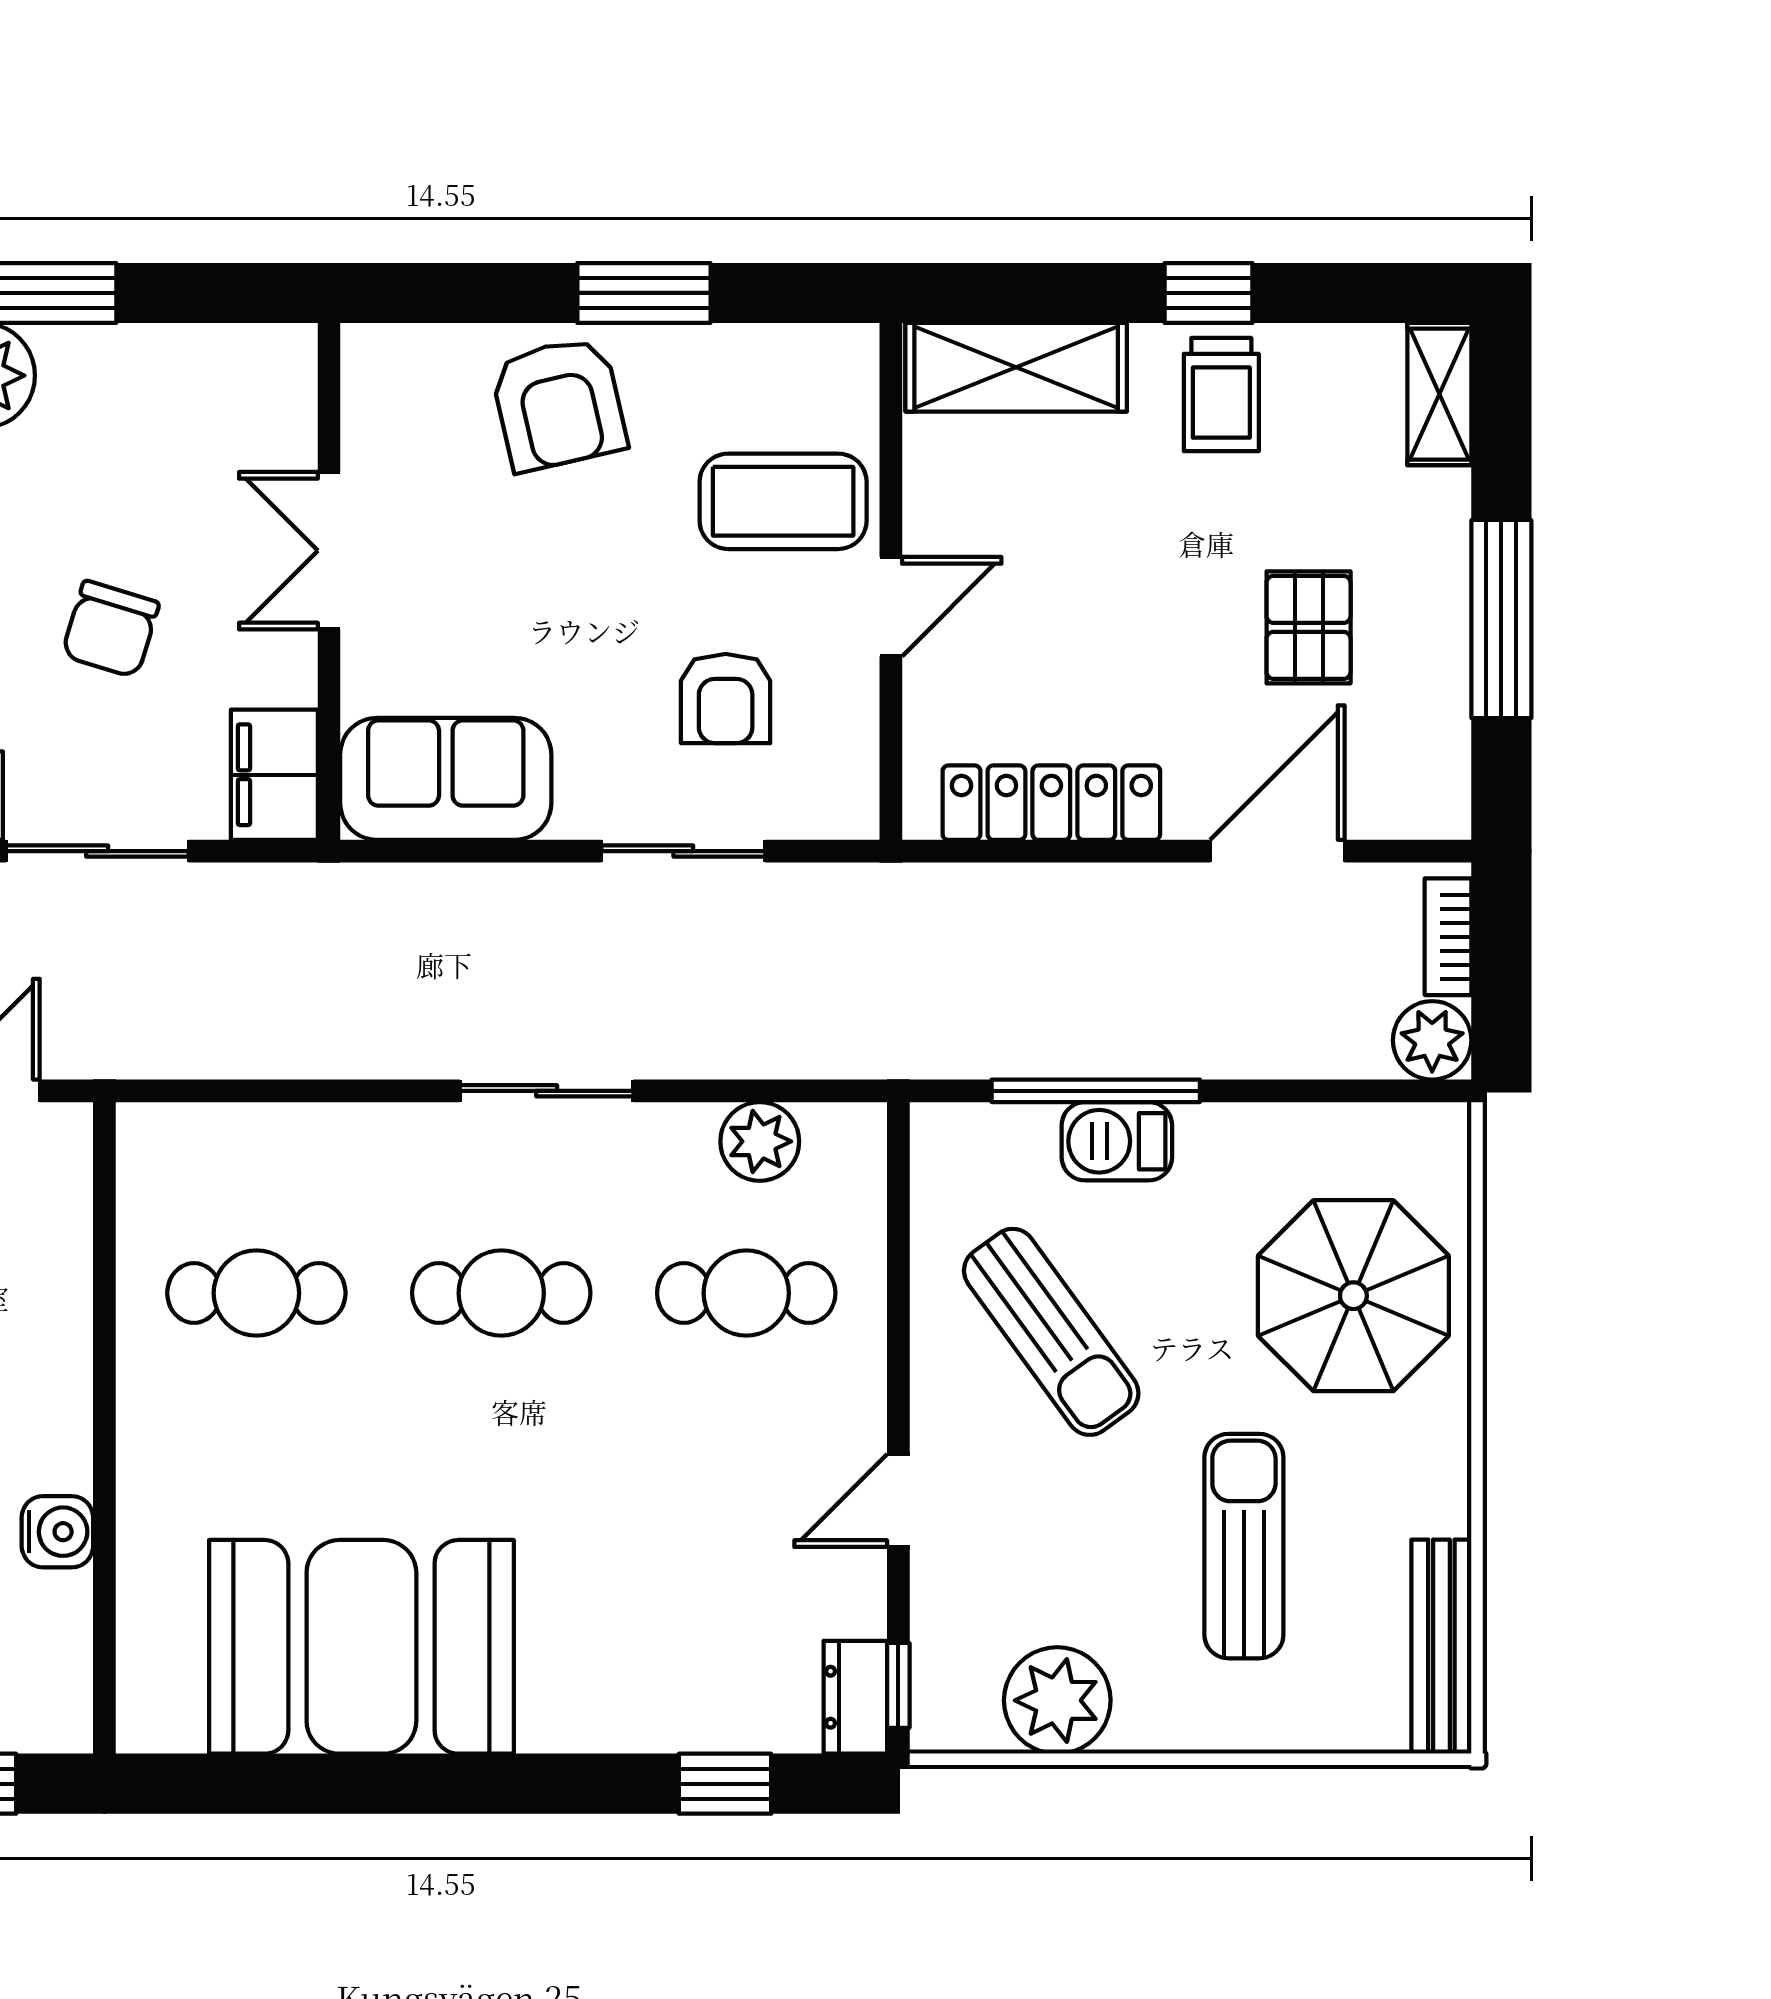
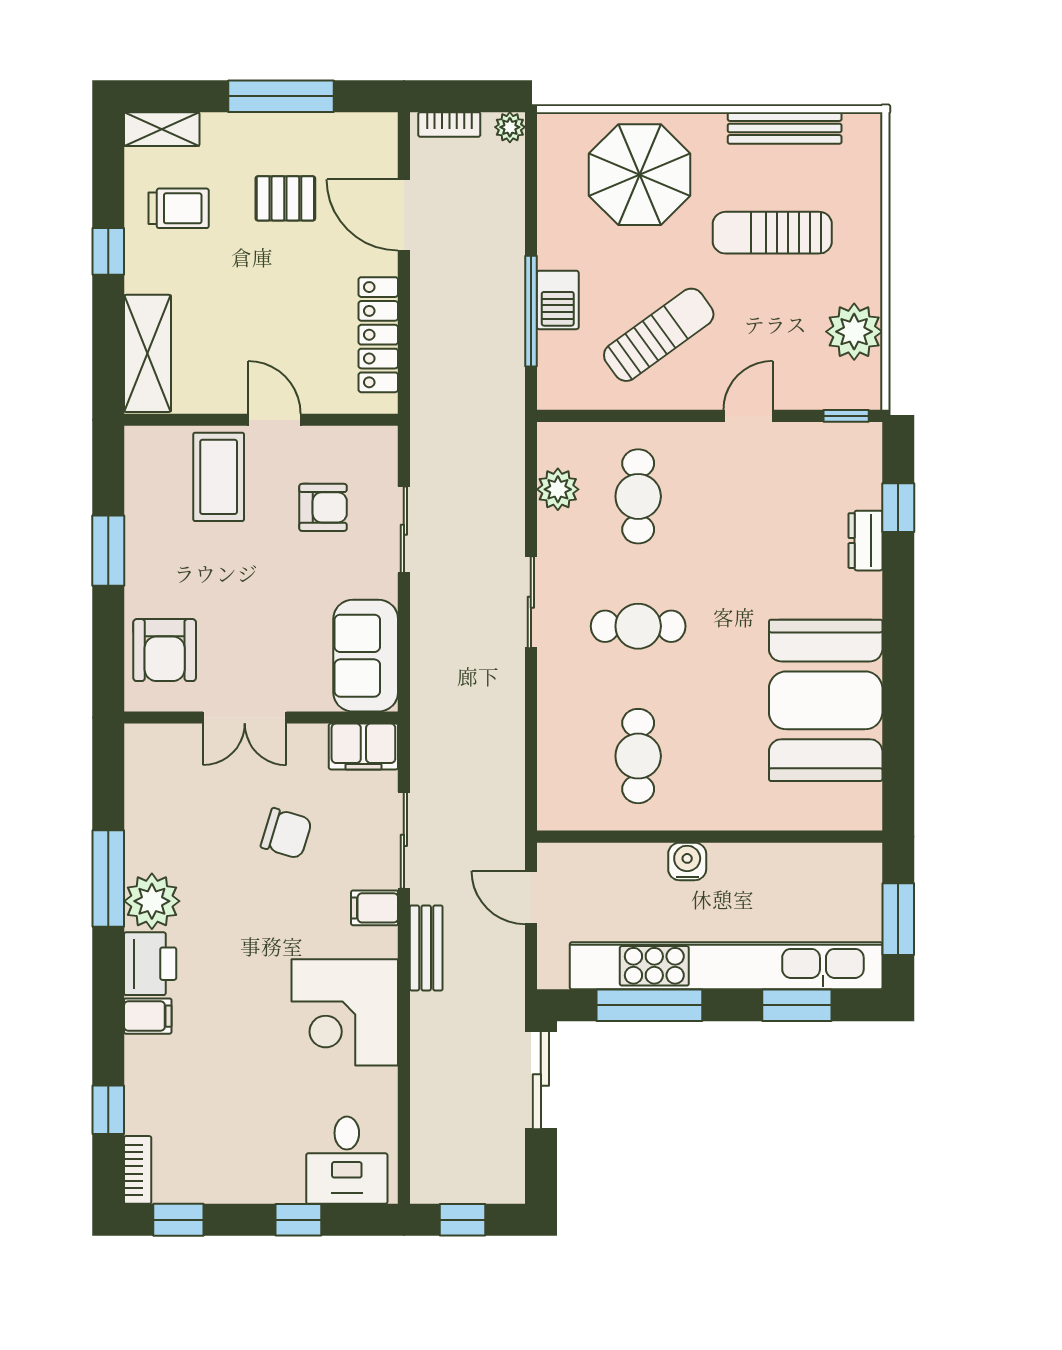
trolley: (1221, 395) -> (179, 208), moved
armchair: (559, 404) -> (165, 650), moved, turned 103
plant: (1432, 1040) -> (510, 127), width x0.73, depth x0.73
cafe table: (501, 1293) -> (638, 626), turned 90
door: (898, 1501) -> (748, 416), swing flipped
water cooler: (57, 1532) -> (687, 861), moved
bench: (1441, 1647) -> (785, 128), moved
dresser: (855, 1697) -> (865, 541), moved, turned 90

